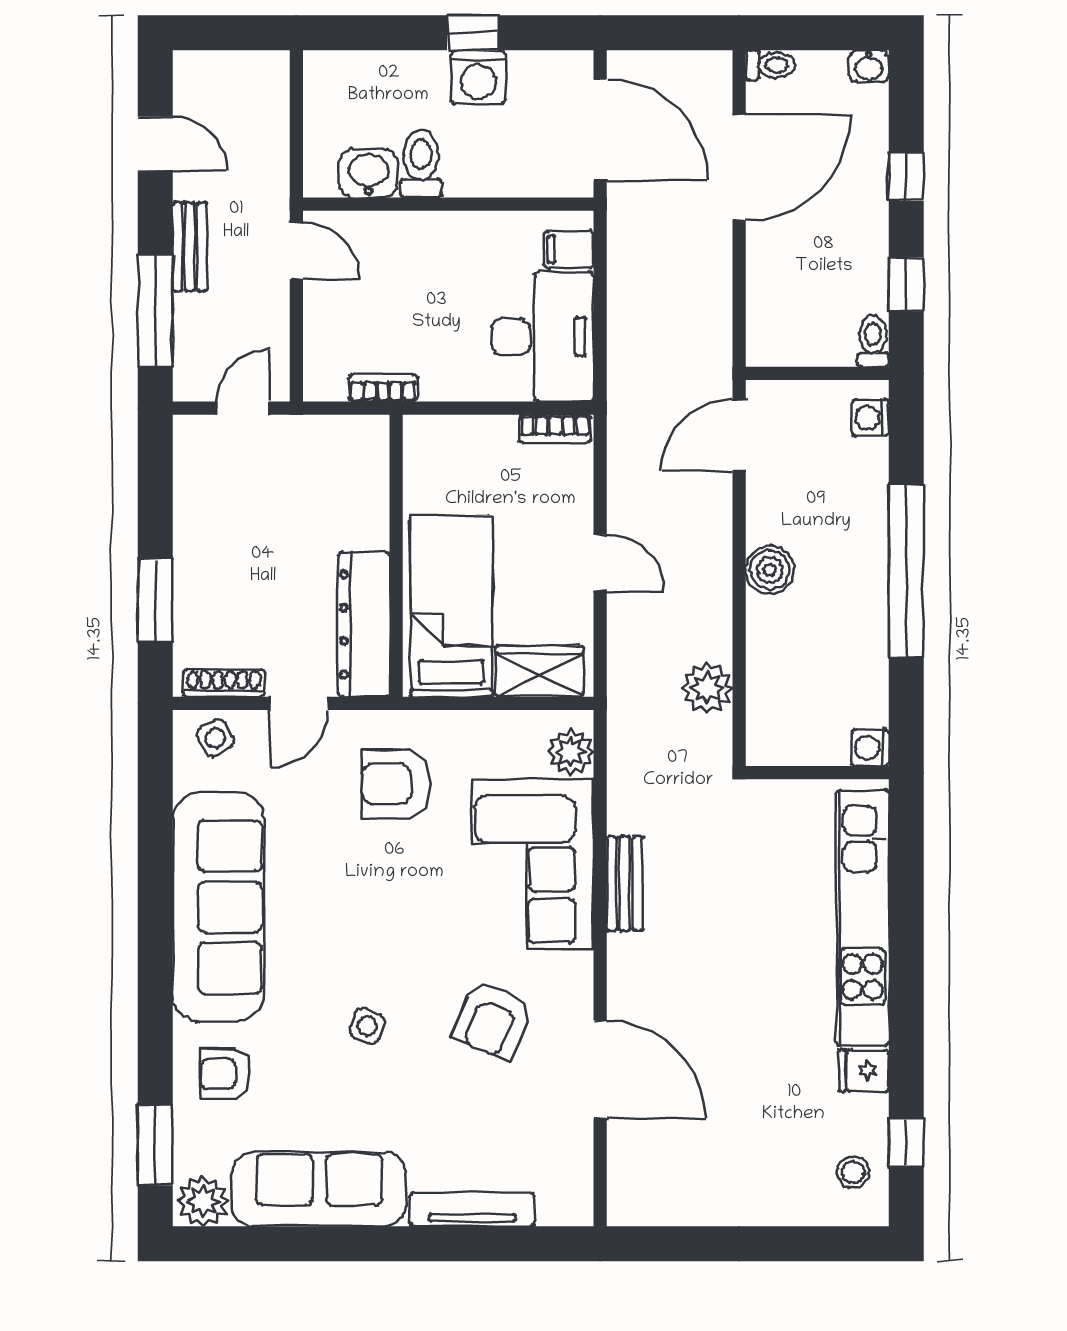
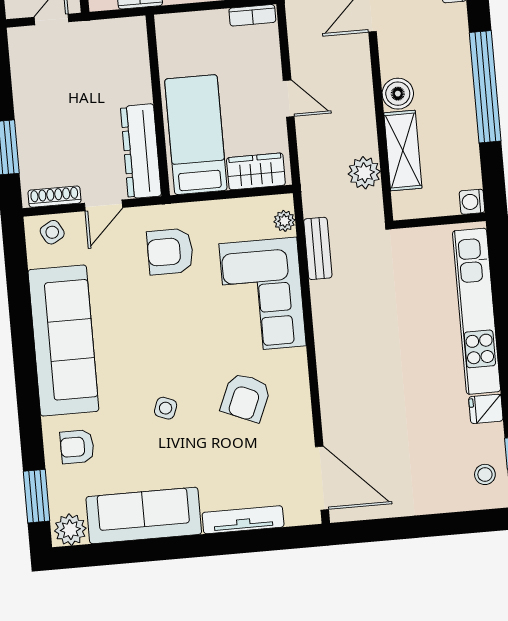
shelving: (770, 659) -> (403, 151), added
plant: (571, 752) -> (284, 221), width x0.73, depth x0.73
bench: (625, 884) -> (318, 248), moved
door: (600, 1069) -> (322, 478), moved

